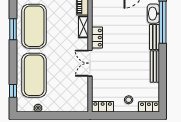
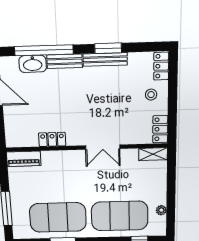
shelving: (84, 27) -> (153, 154), moved
locker: (97, 38) -> (52, 139), moved
window: (163, 69) -> (108, 48), added

